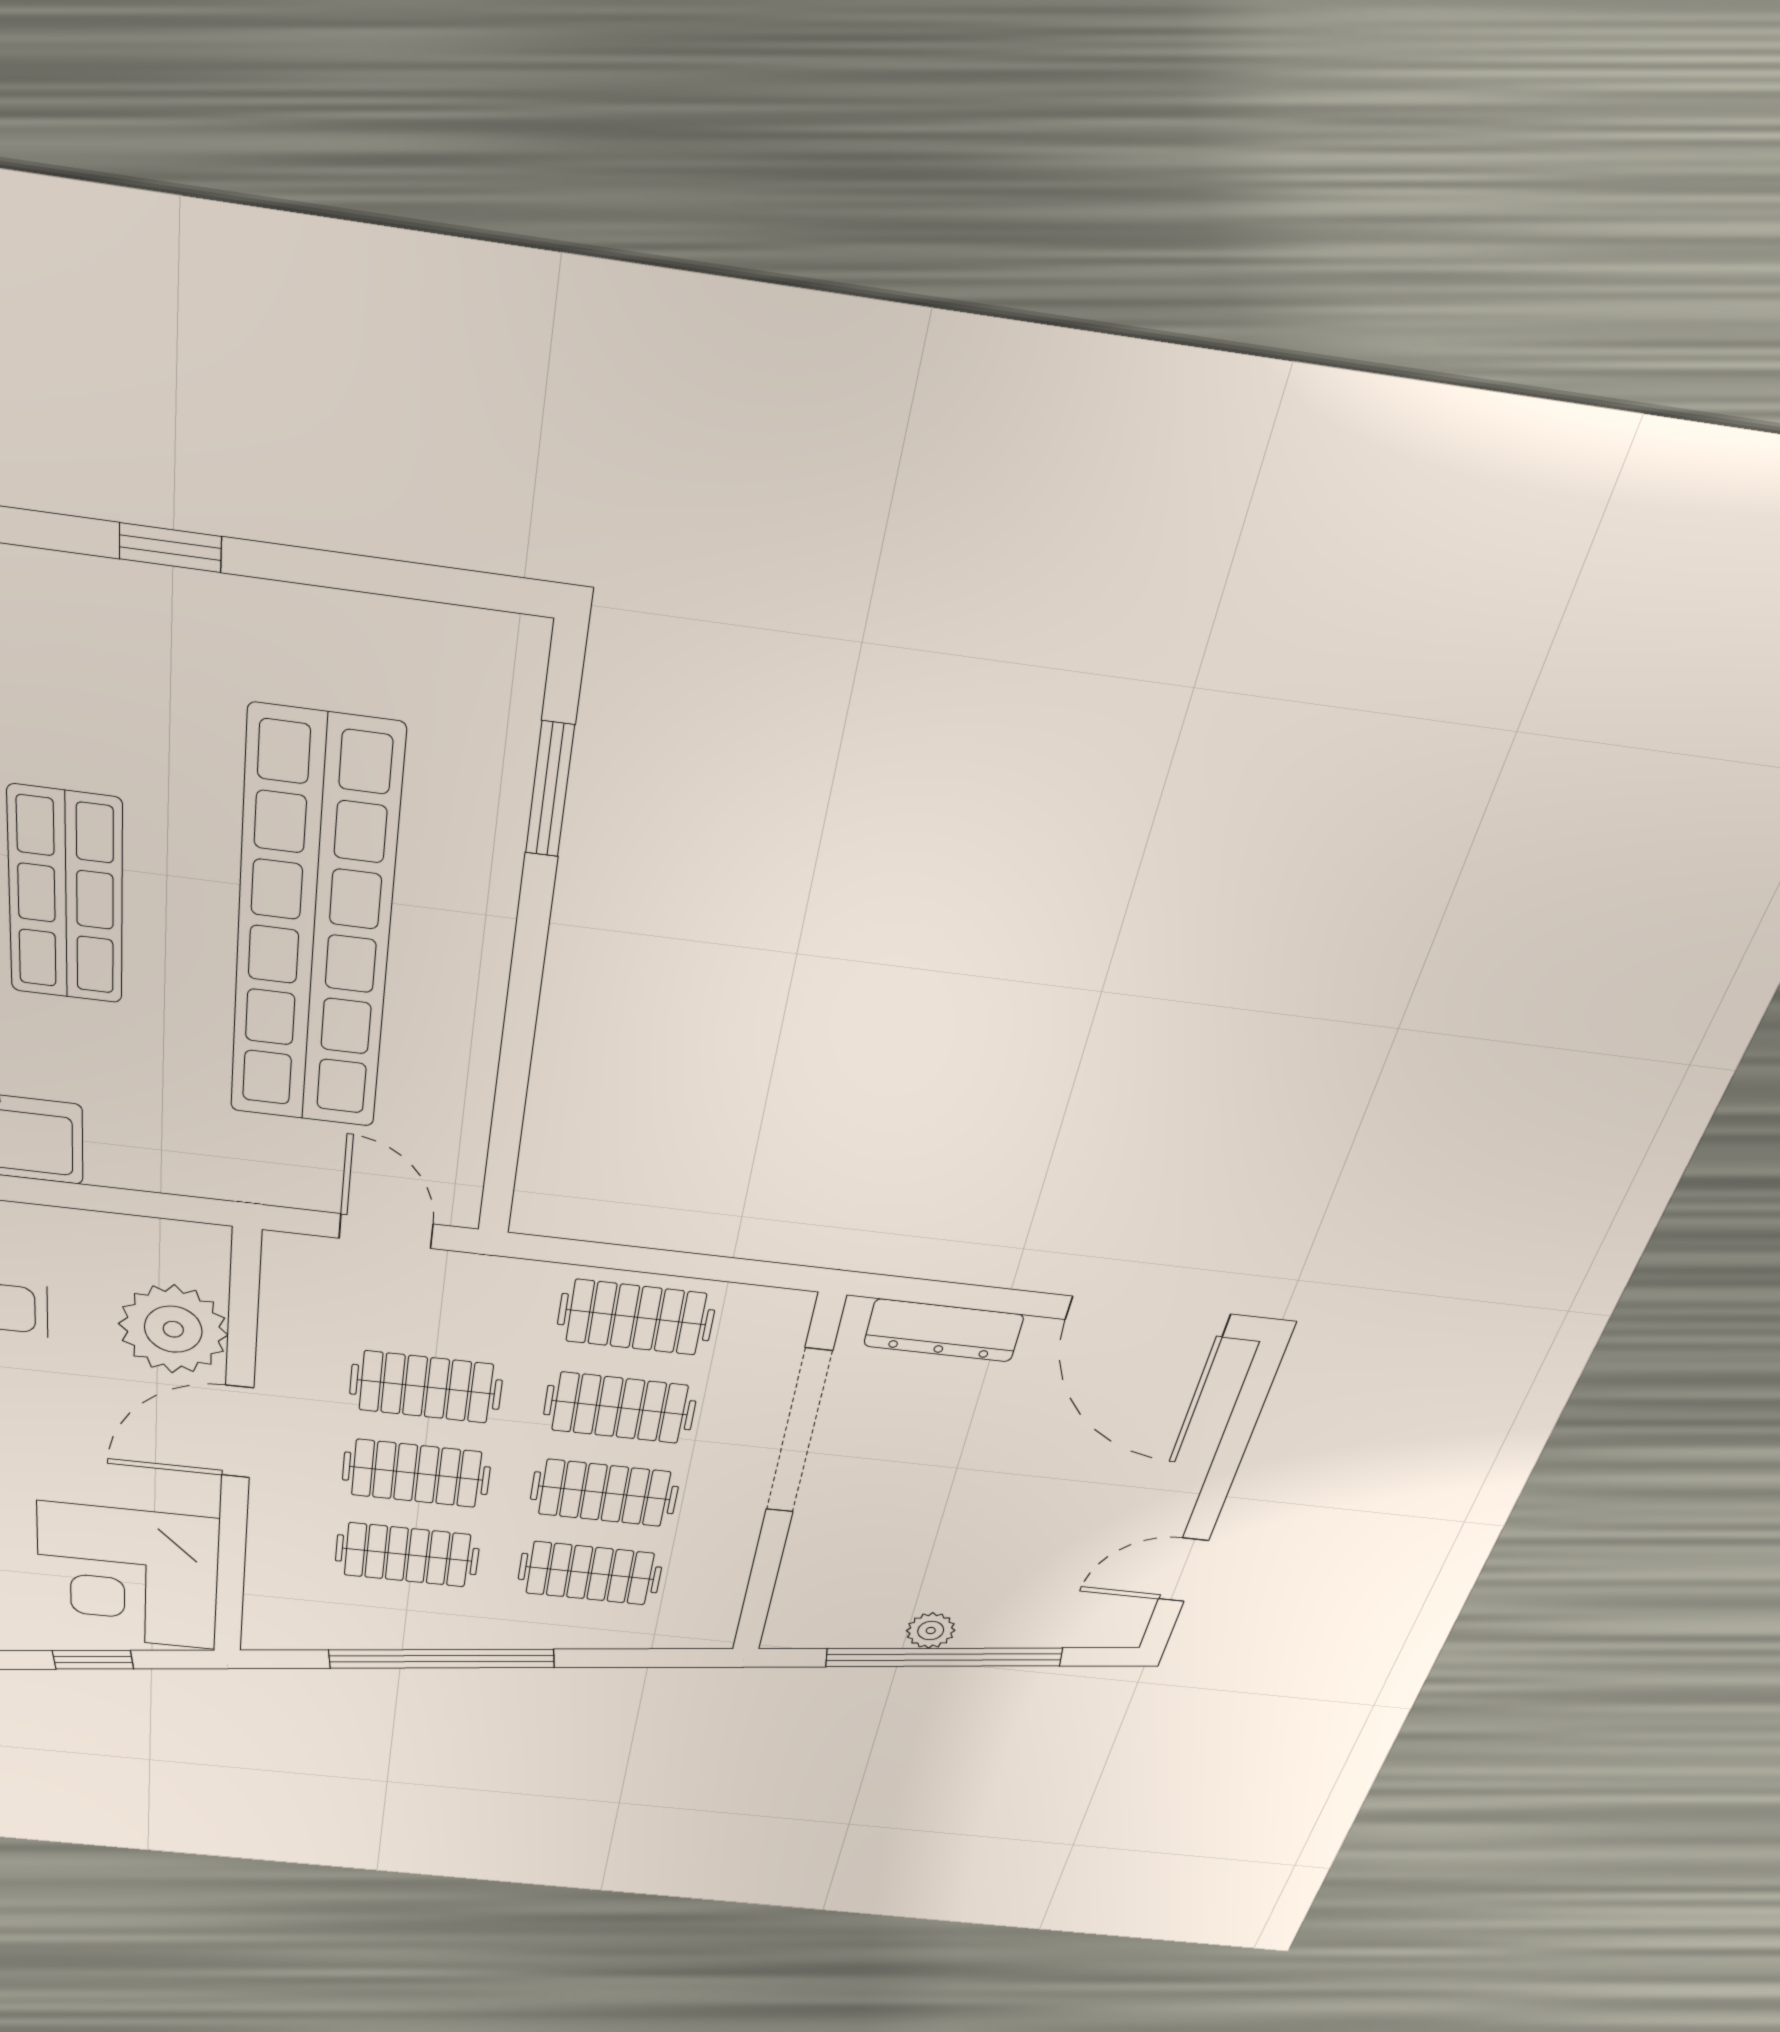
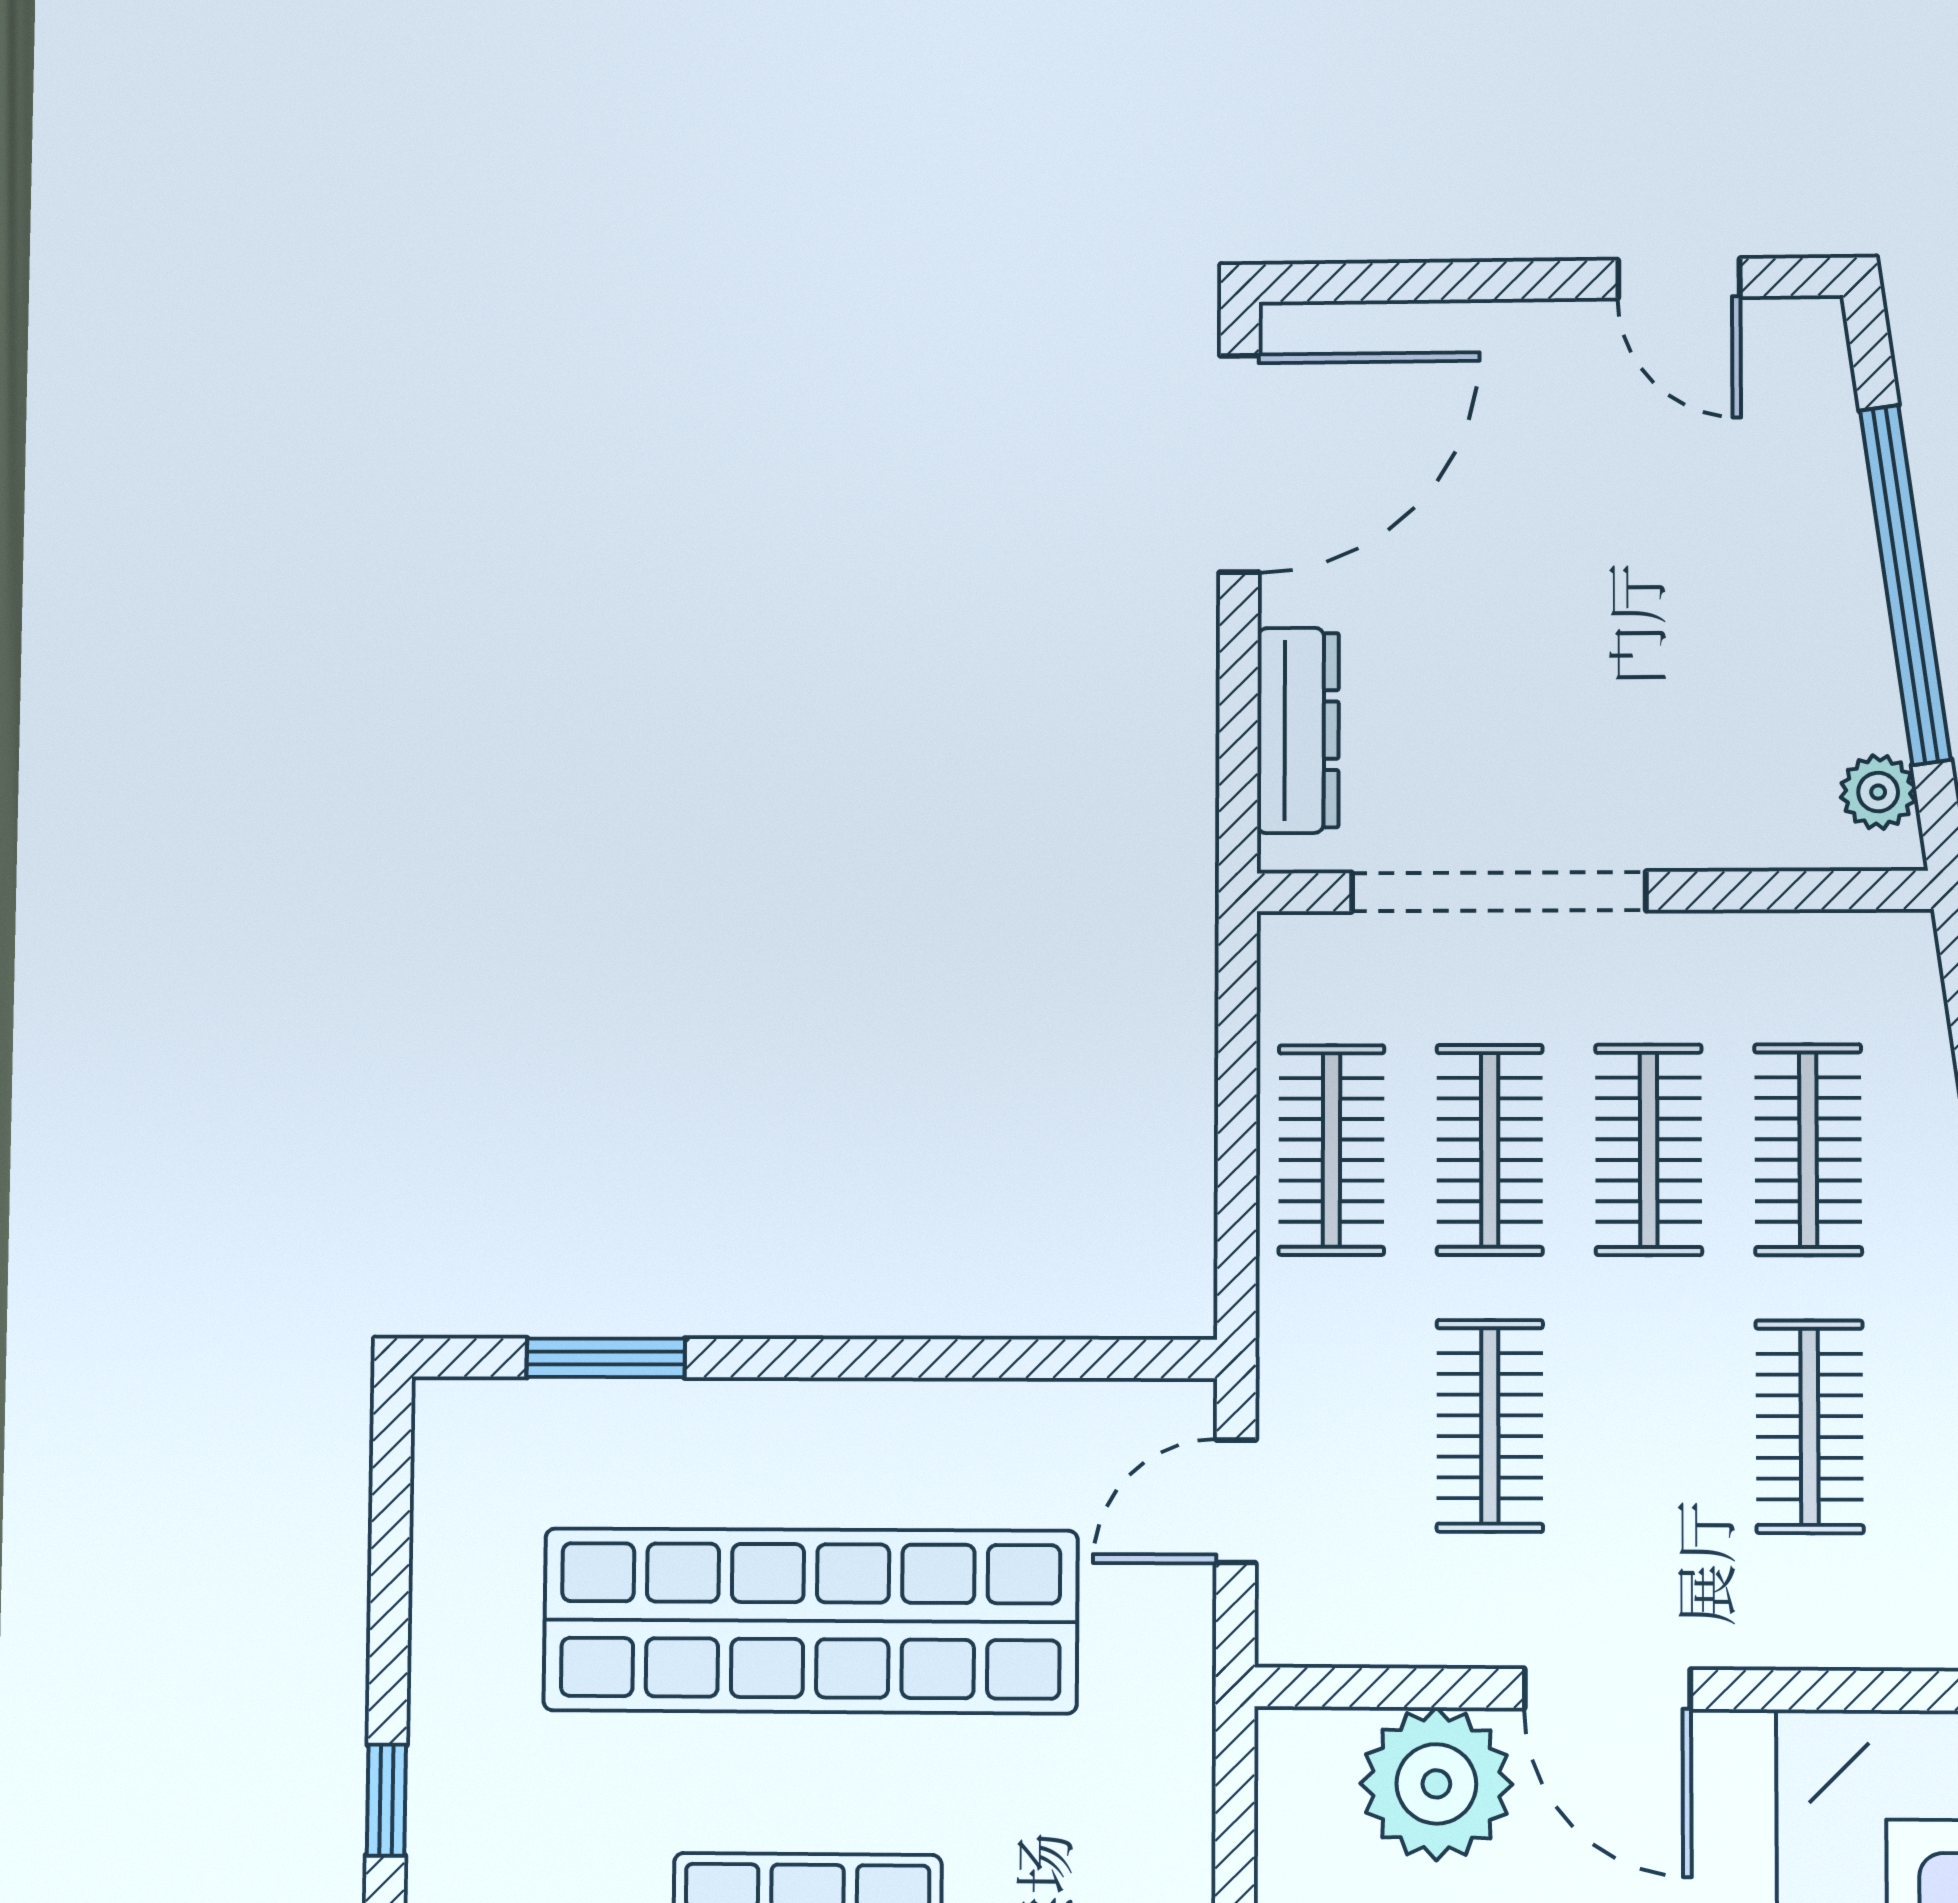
clothes rail: (416, 1473) -> (1649, 1426), removed
plant: (931, 1631) -> (1878, 792), moved

